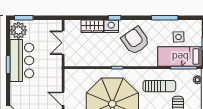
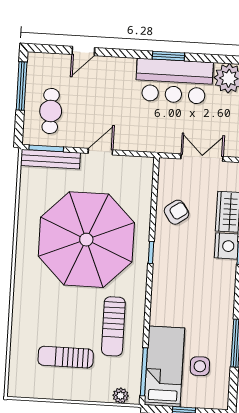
armchair: (135, 41) -> (177, 212), moved, width x0.53, depth x0.53

